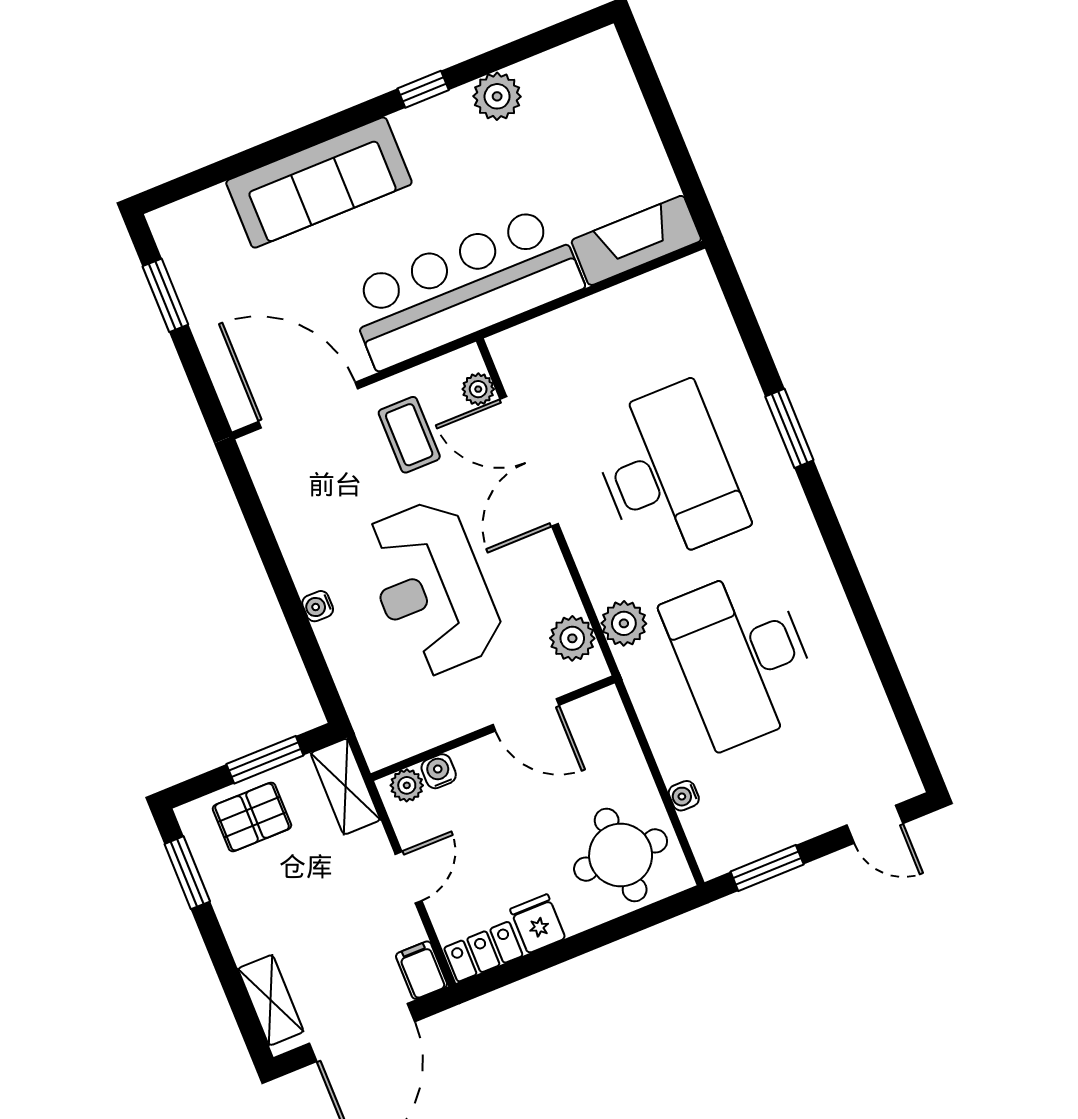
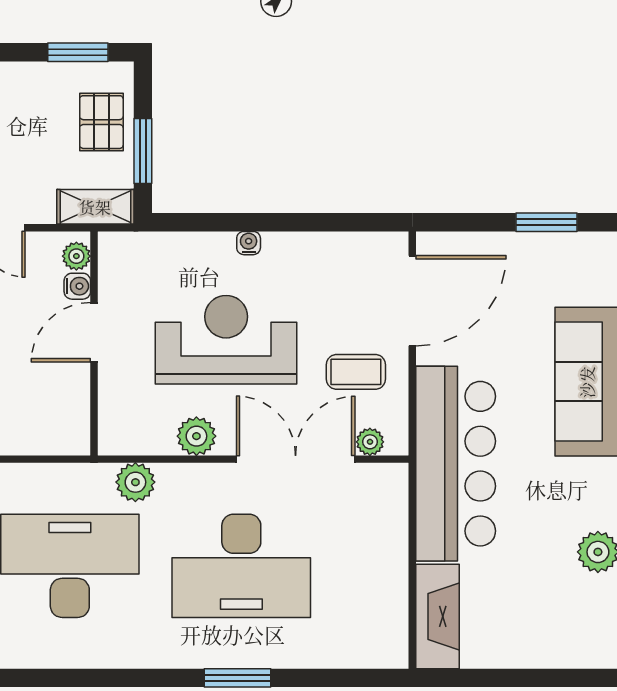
plant: (572, 638) -> (196, 436), moved
door: (526, 715) -> (94, 332), moved

